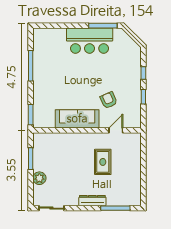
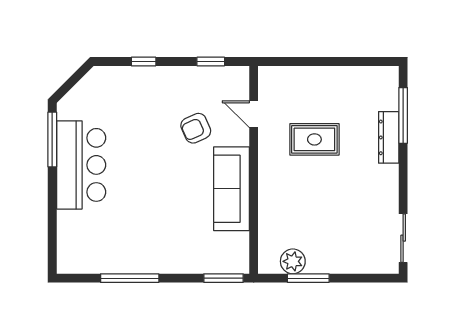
window: (143, 97) -> (211, 62), moved
plant: (39, 178) -> (293, 261), moved
dresser: (92, 201) -> (389, 137), moved

